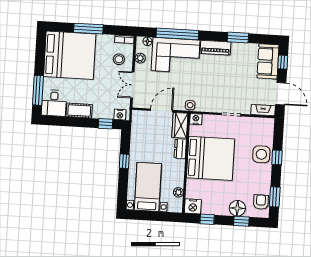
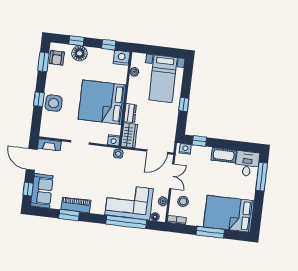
piano: (215, 48) -> (76, 205), moved
bed: (70, 55) -> (229, 214), width x0.73
door: (162, 110) -> (157, 152), moved

